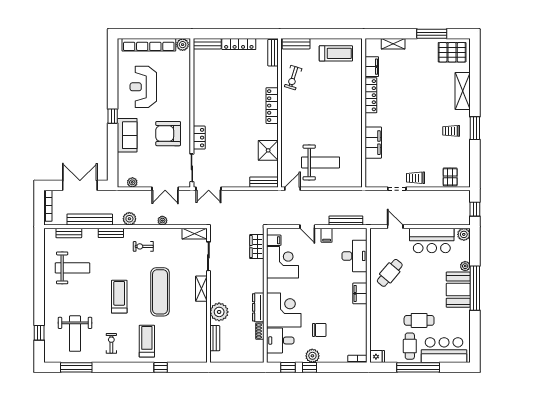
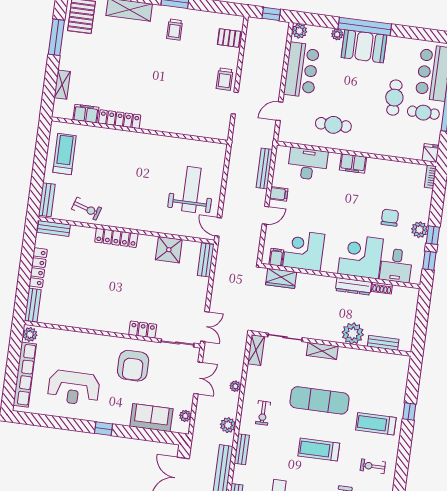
sofa: (127, 135) -> (151, 418), moved
filing cabinet: (373, 143) -> (176, 124), removed
cafe table: (390, 273) -> (333, 125), turned -40

